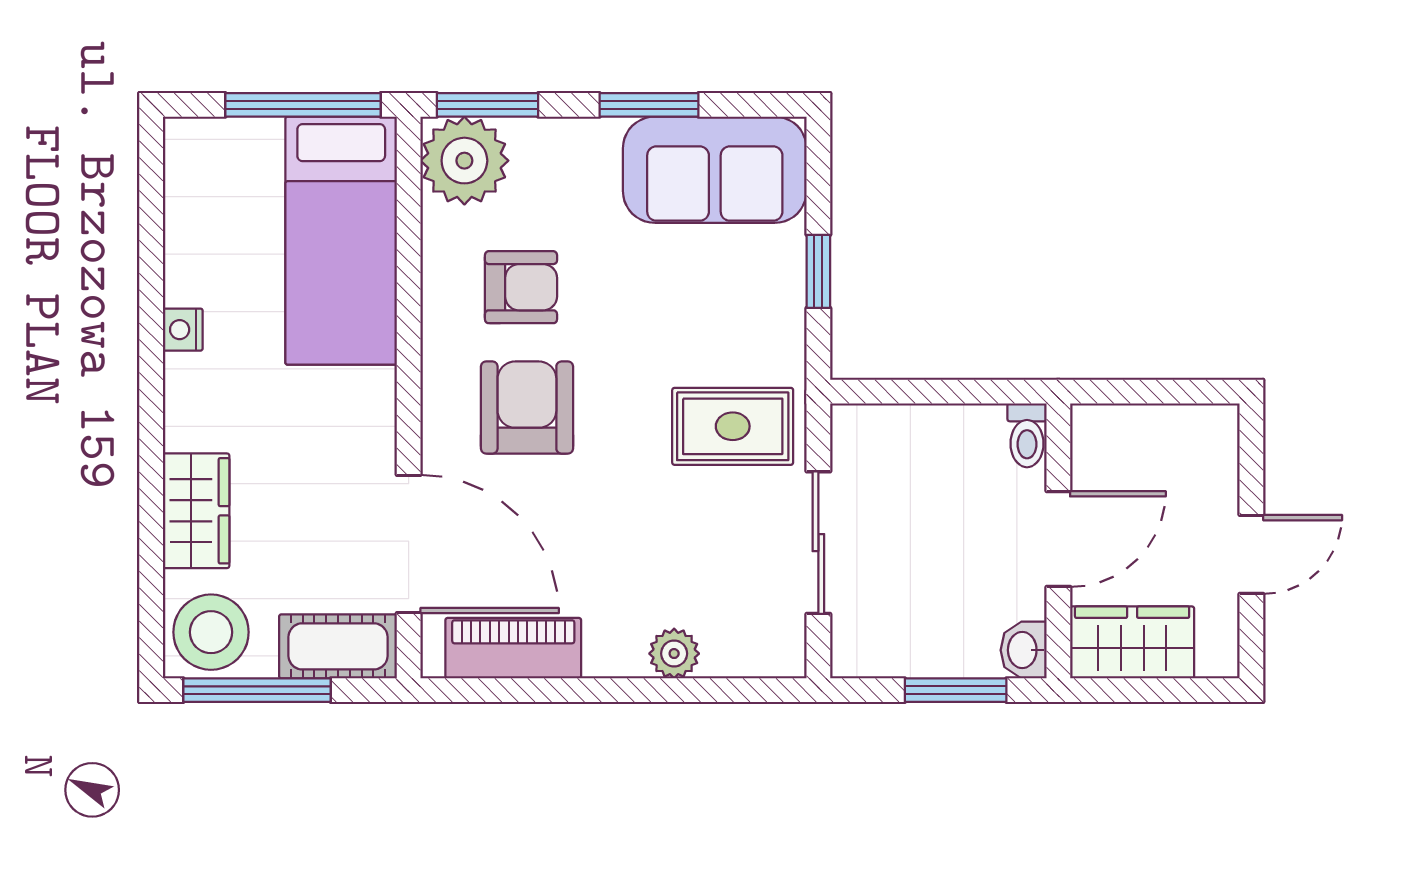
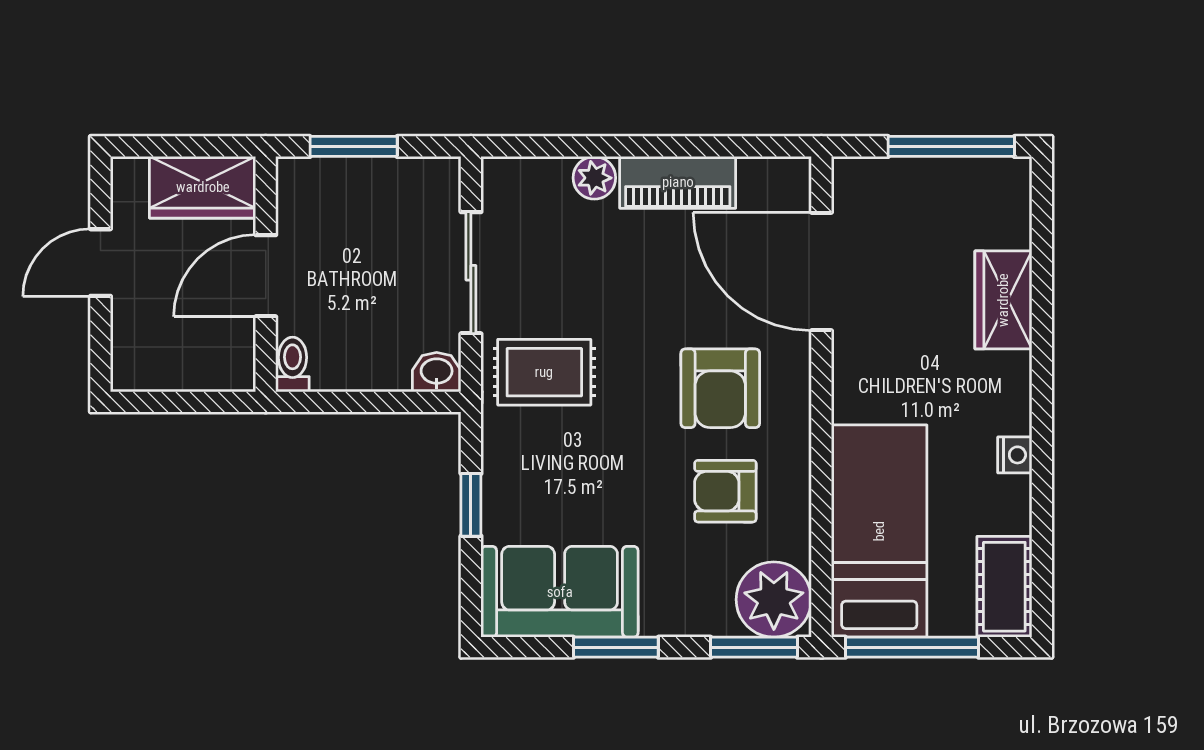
stool: (211, 632) -> (991, 196), removed
cot: (338, 646) -> (1004, 587), moved, turned 90
piano: (513, 648) -> (678, 182), moved
washbasin: (1024, 650) -> (437, 372), moved, turned -90

